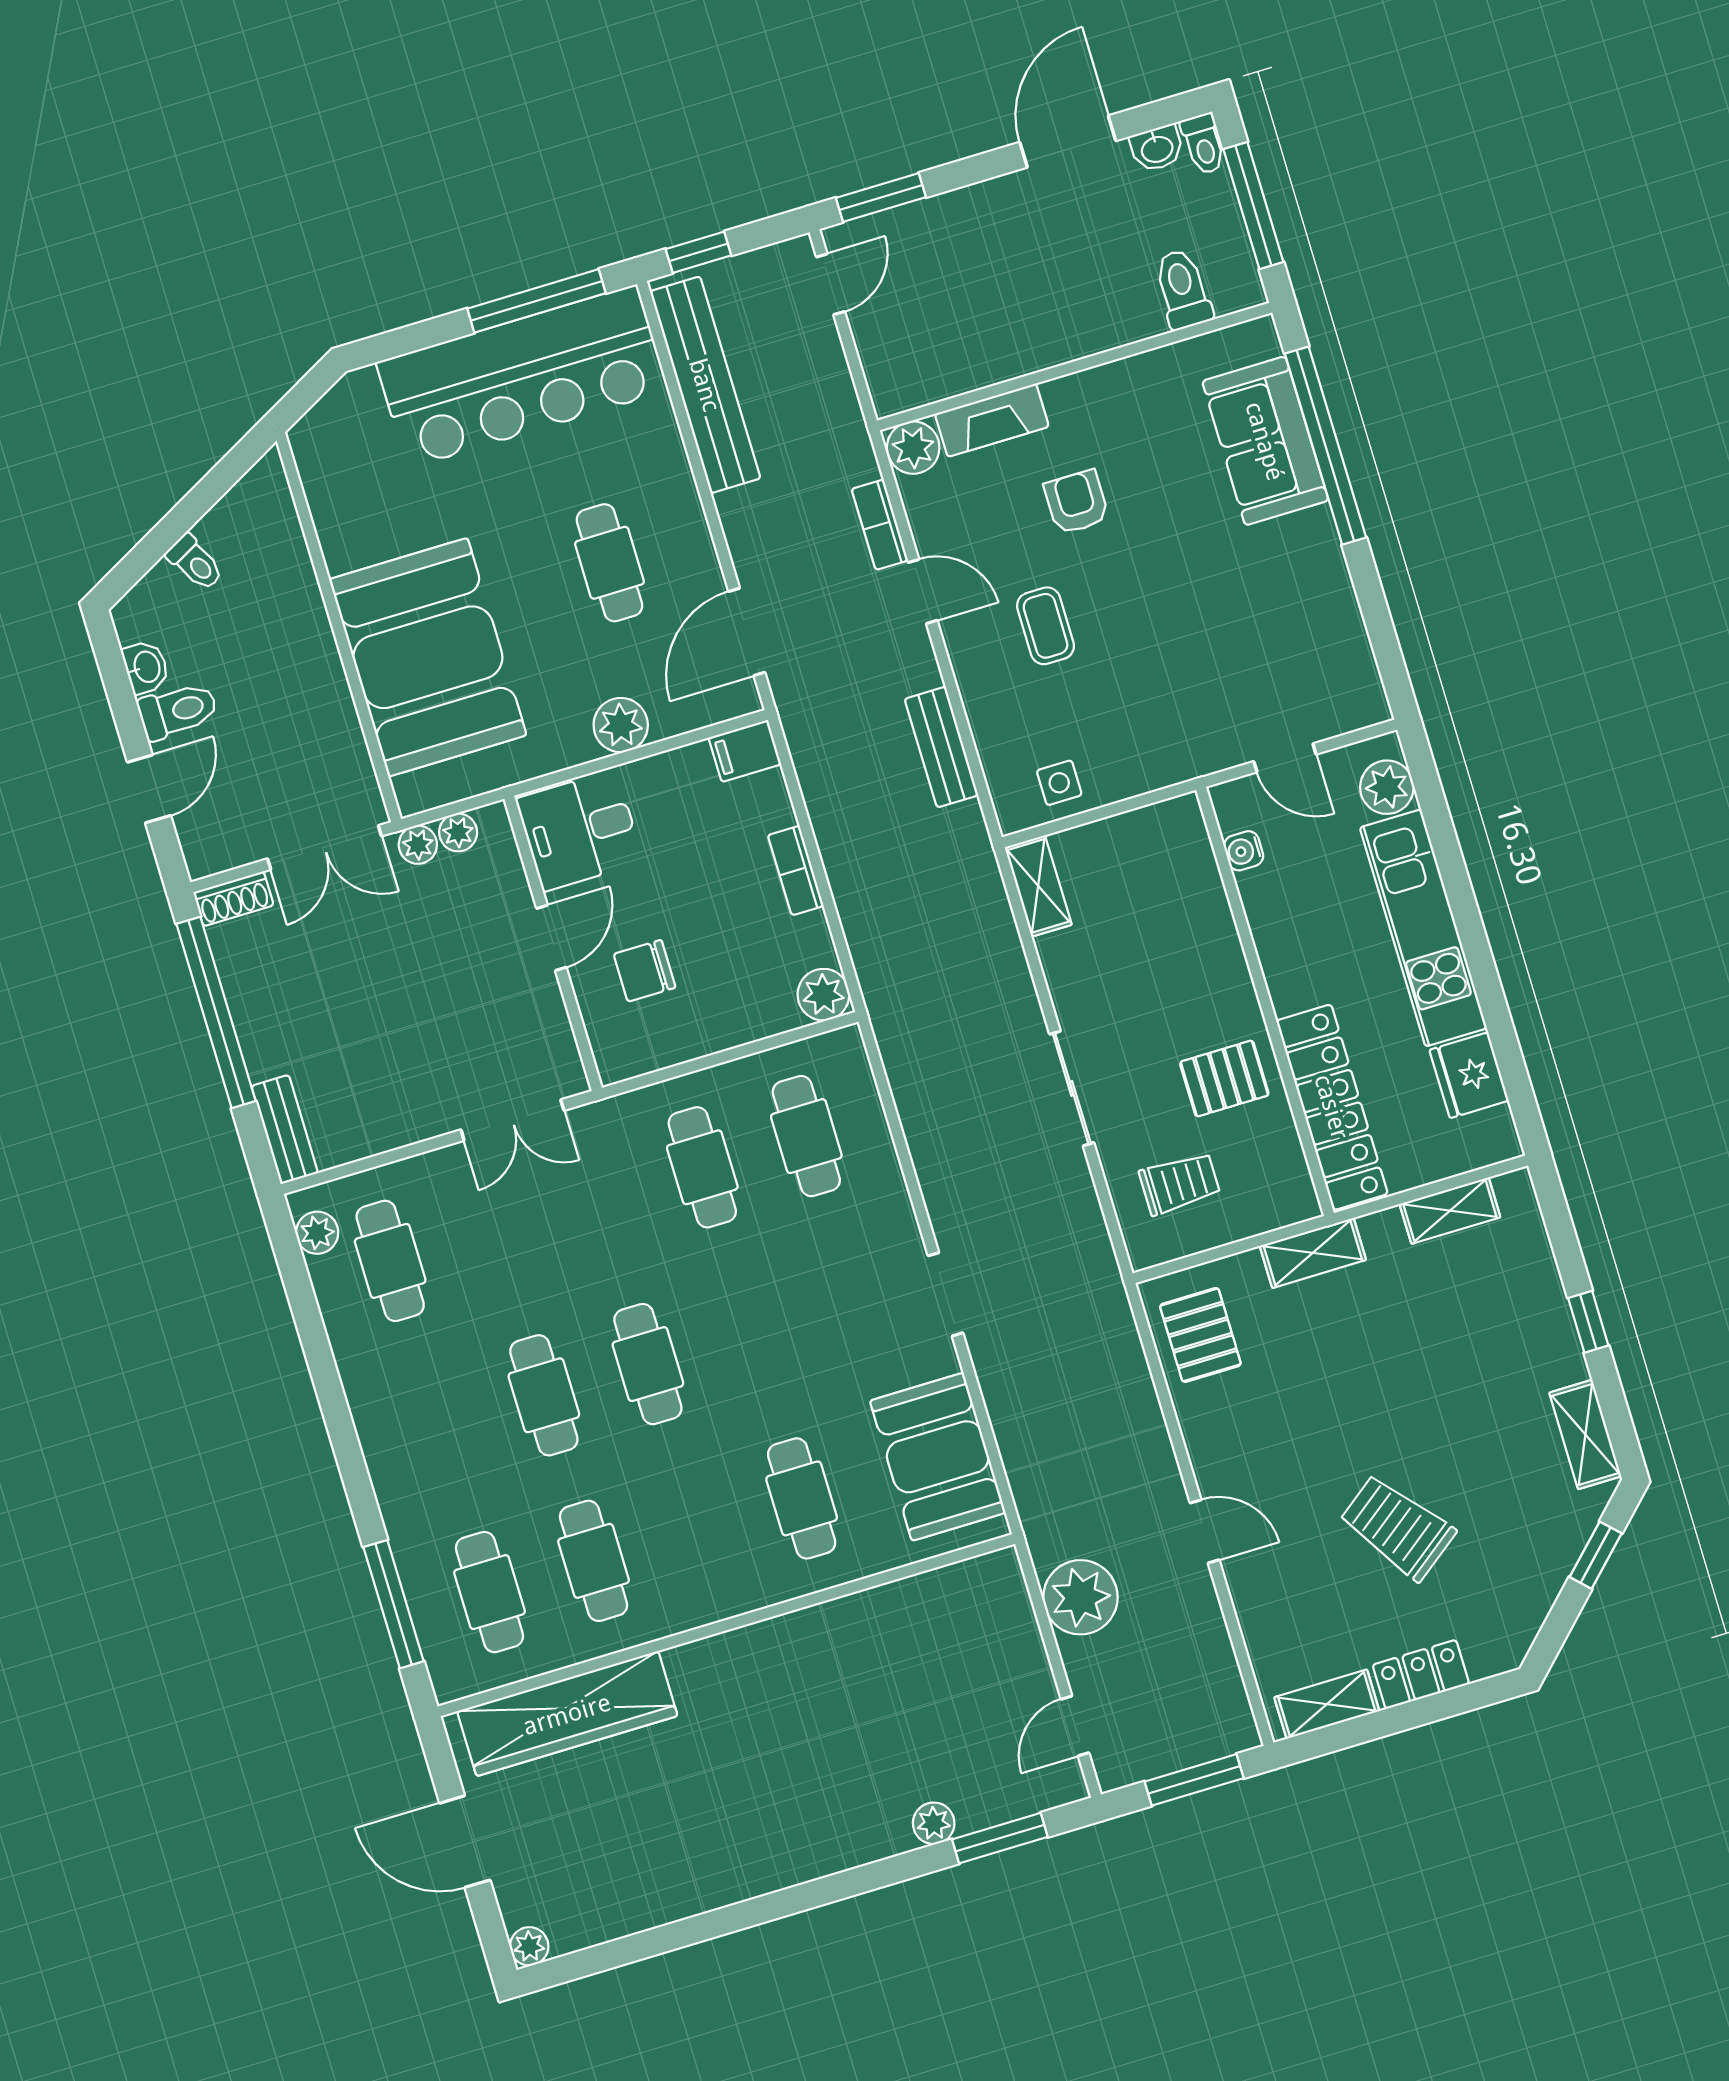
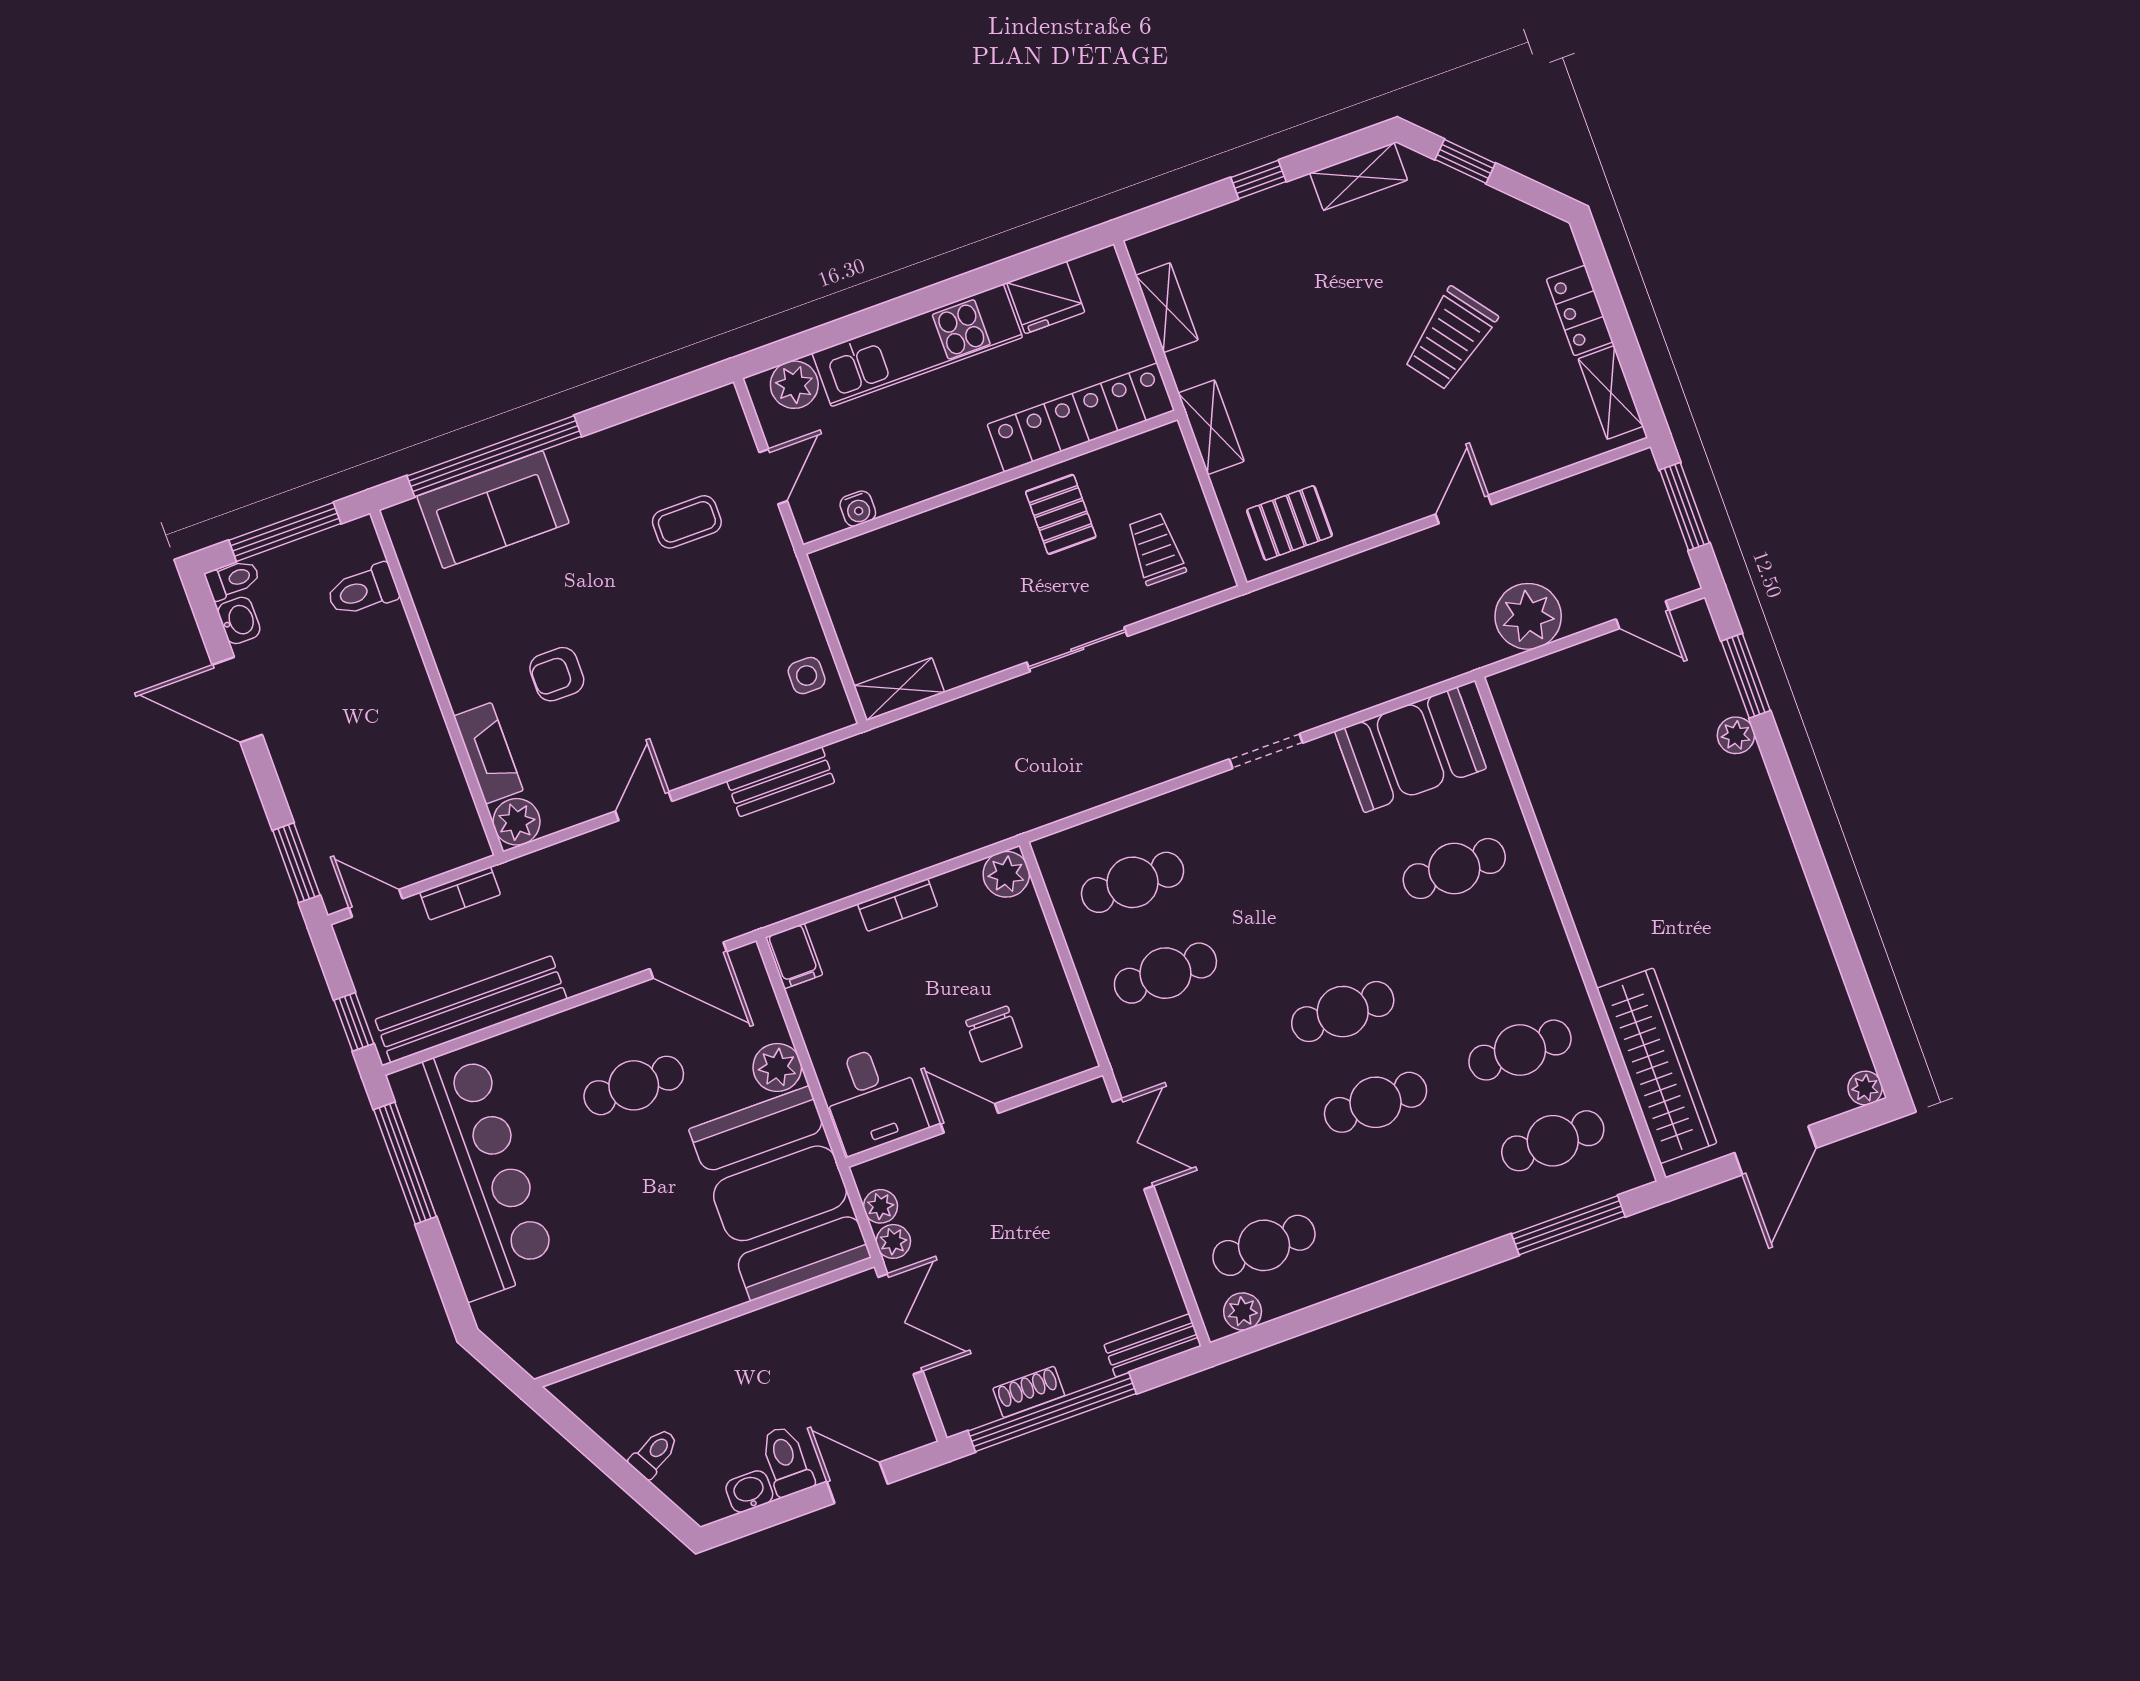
bookcase: (880, 525) -> (460, 893), moved
coffee table: (1046, 626) -> (687, 522), moved
booth: (428, 657) -> (780, 1193), moved, turned 90
shoe rack: (233, 899) -> (1029, 1392), moved, turned -90

